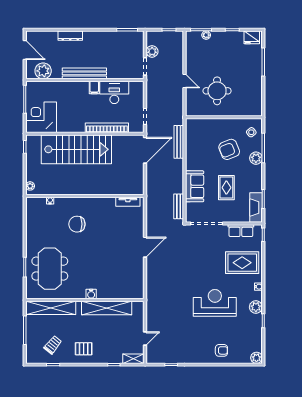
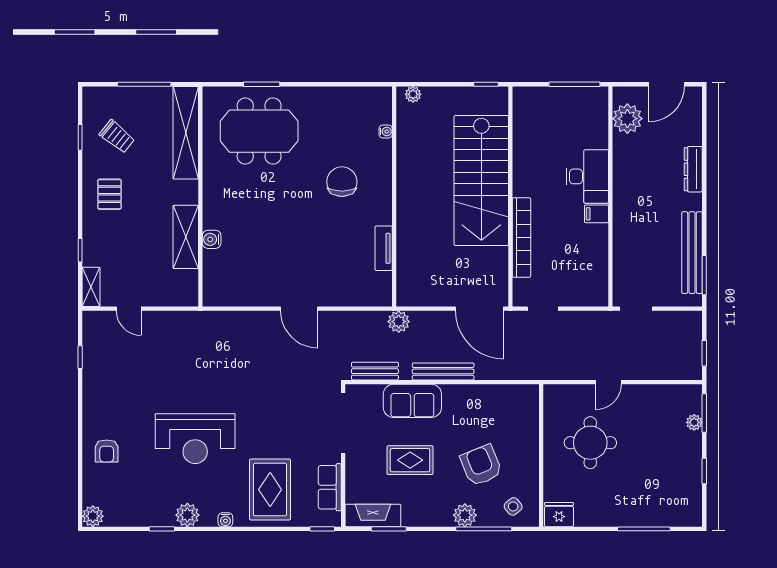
fridge: (252, 37) -> (559, 515), moved, turned 90
plant: (152, 51) -> (399, 322), moved
bench: (84, 73) -> (692, 253), moved
desk: (114, 92) -> (587, 176), moved
corner desk: (41, 117) -> (541, 115), removed
bench: (179, 142) -> (443, 371), moved
tv unit: (128, 202) -> (384, 248), moved
water cooler: (91, 294) -> (212, 239), moved
reception desk: (215, 303) -> (195, 439), turned 90
shelving: (107, 308) -> (186, 237), width x0.68

